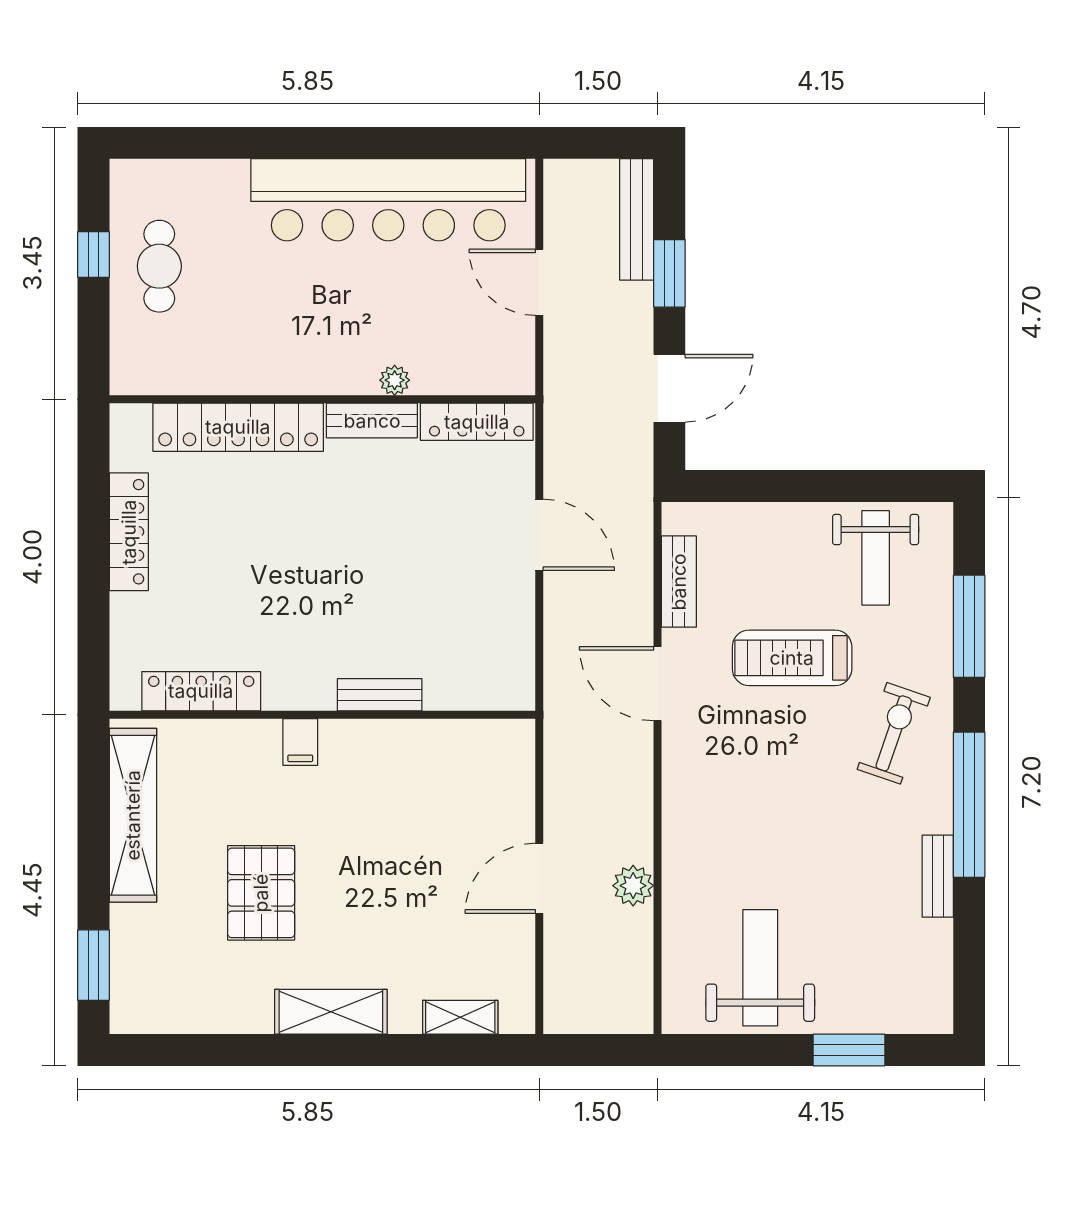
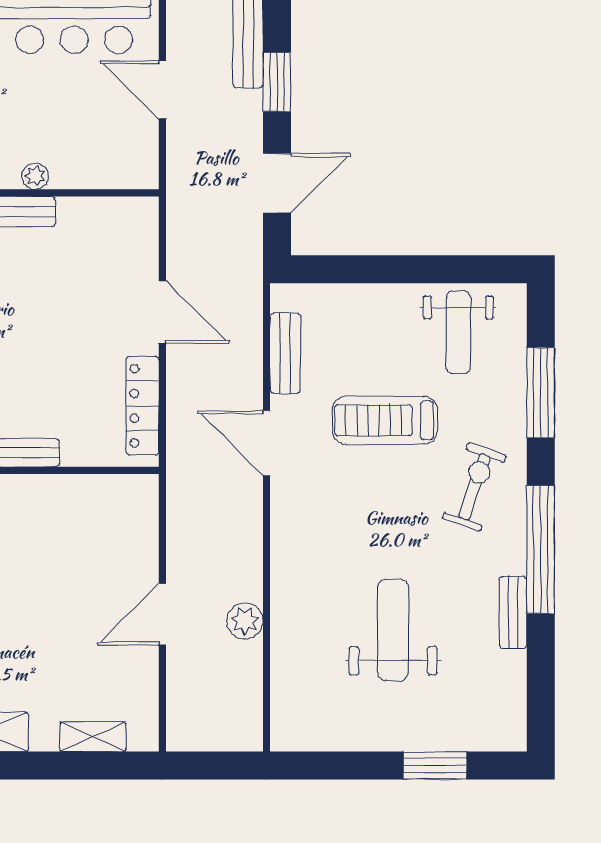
locker: (477, 422) -> (143, 406), moved, turned 90
weight bench: (760, 968) -> (393, 630), moved

